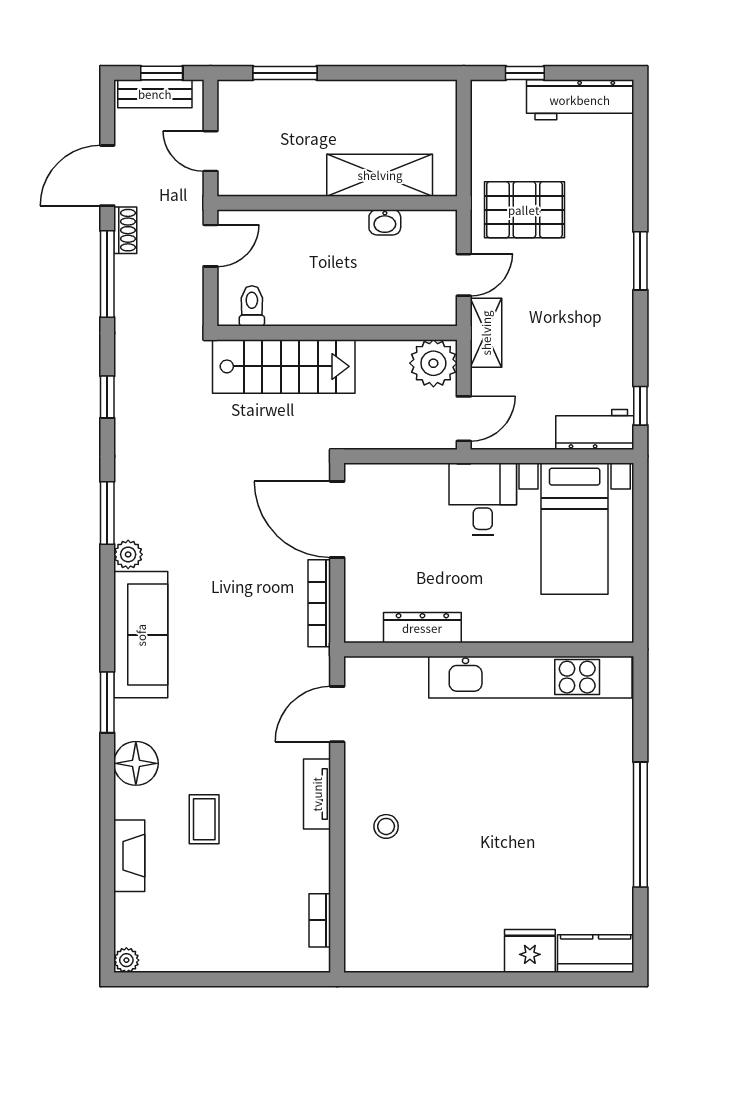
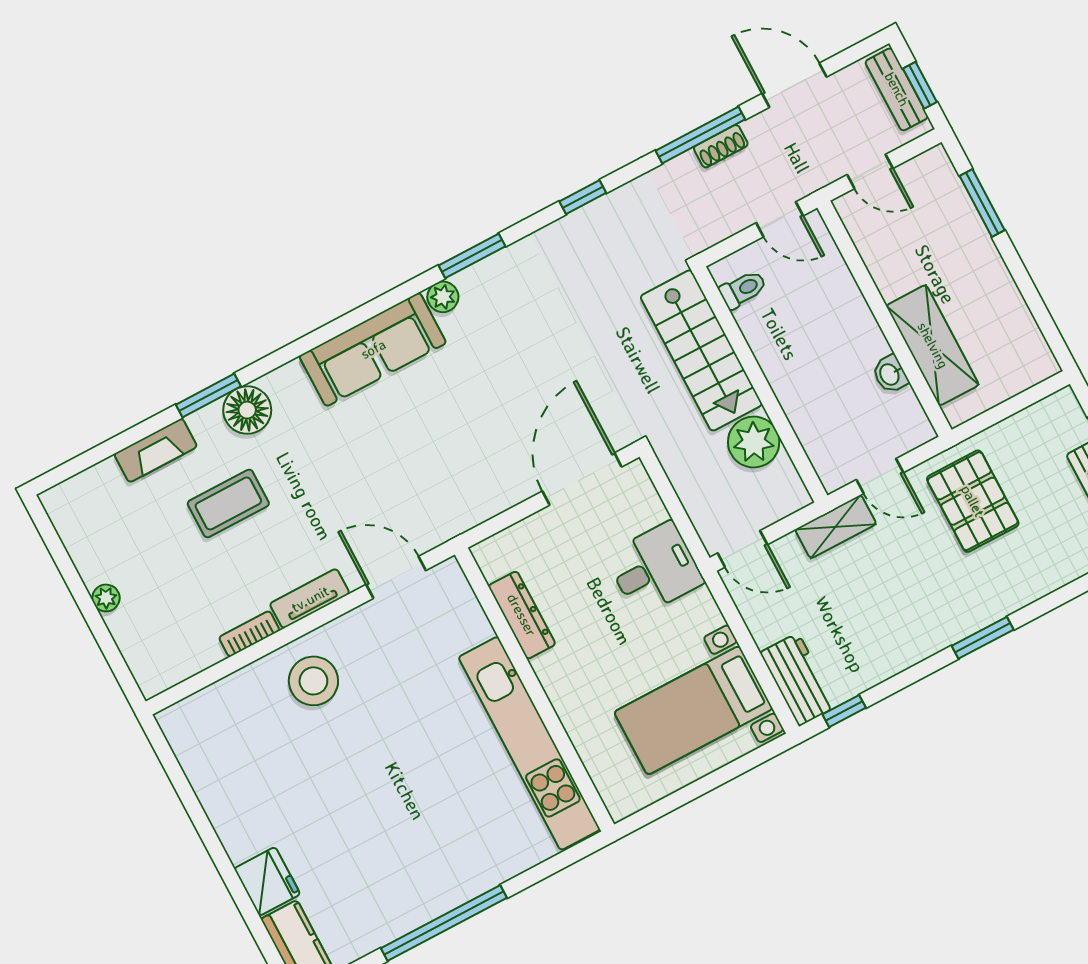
door: (211, 151) -> (870, 172), swing flipped
shoe rack: (125, 230) -> (721, 146), moved
plant: (433, 363) -> (754, 442), moved
desk: (483, 499) -> (655, 569), moved
bookcase: (319, 603) -> (493, 504), removed
window: (107, 702) -> (208, 395), moved
coffee table: (204, 819) -> (228, 503), width x1.36, depth x1.30
stool: (386, 826) -> (313, 681), width x1.89, depth x1.89
bookcase: (320, 920) -> (249, 634), moved
plant: (126, 960) -> (106, 598), moved

